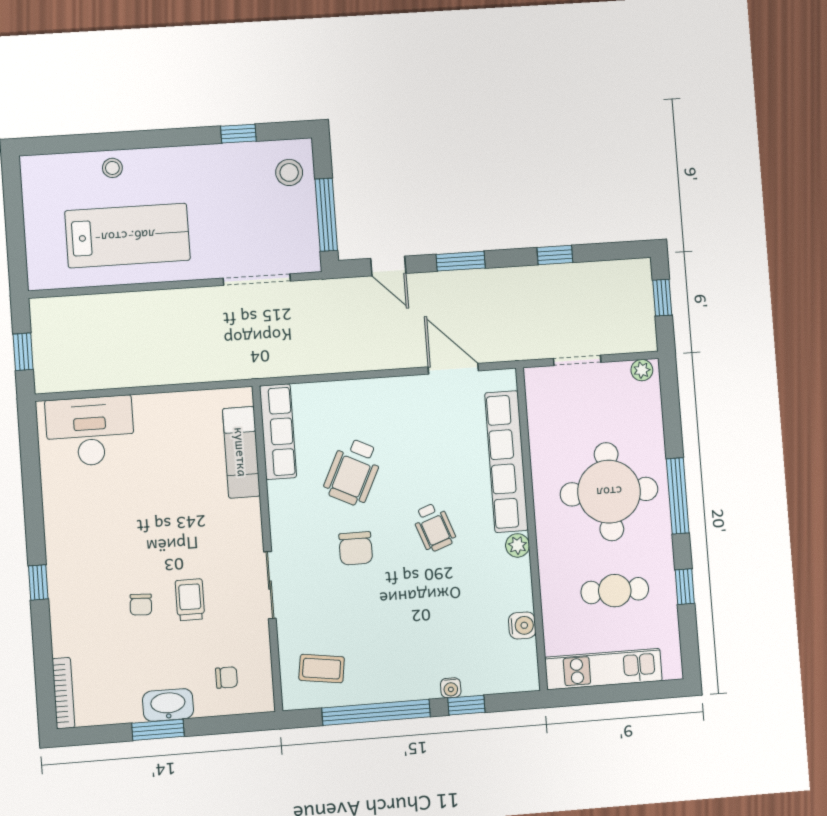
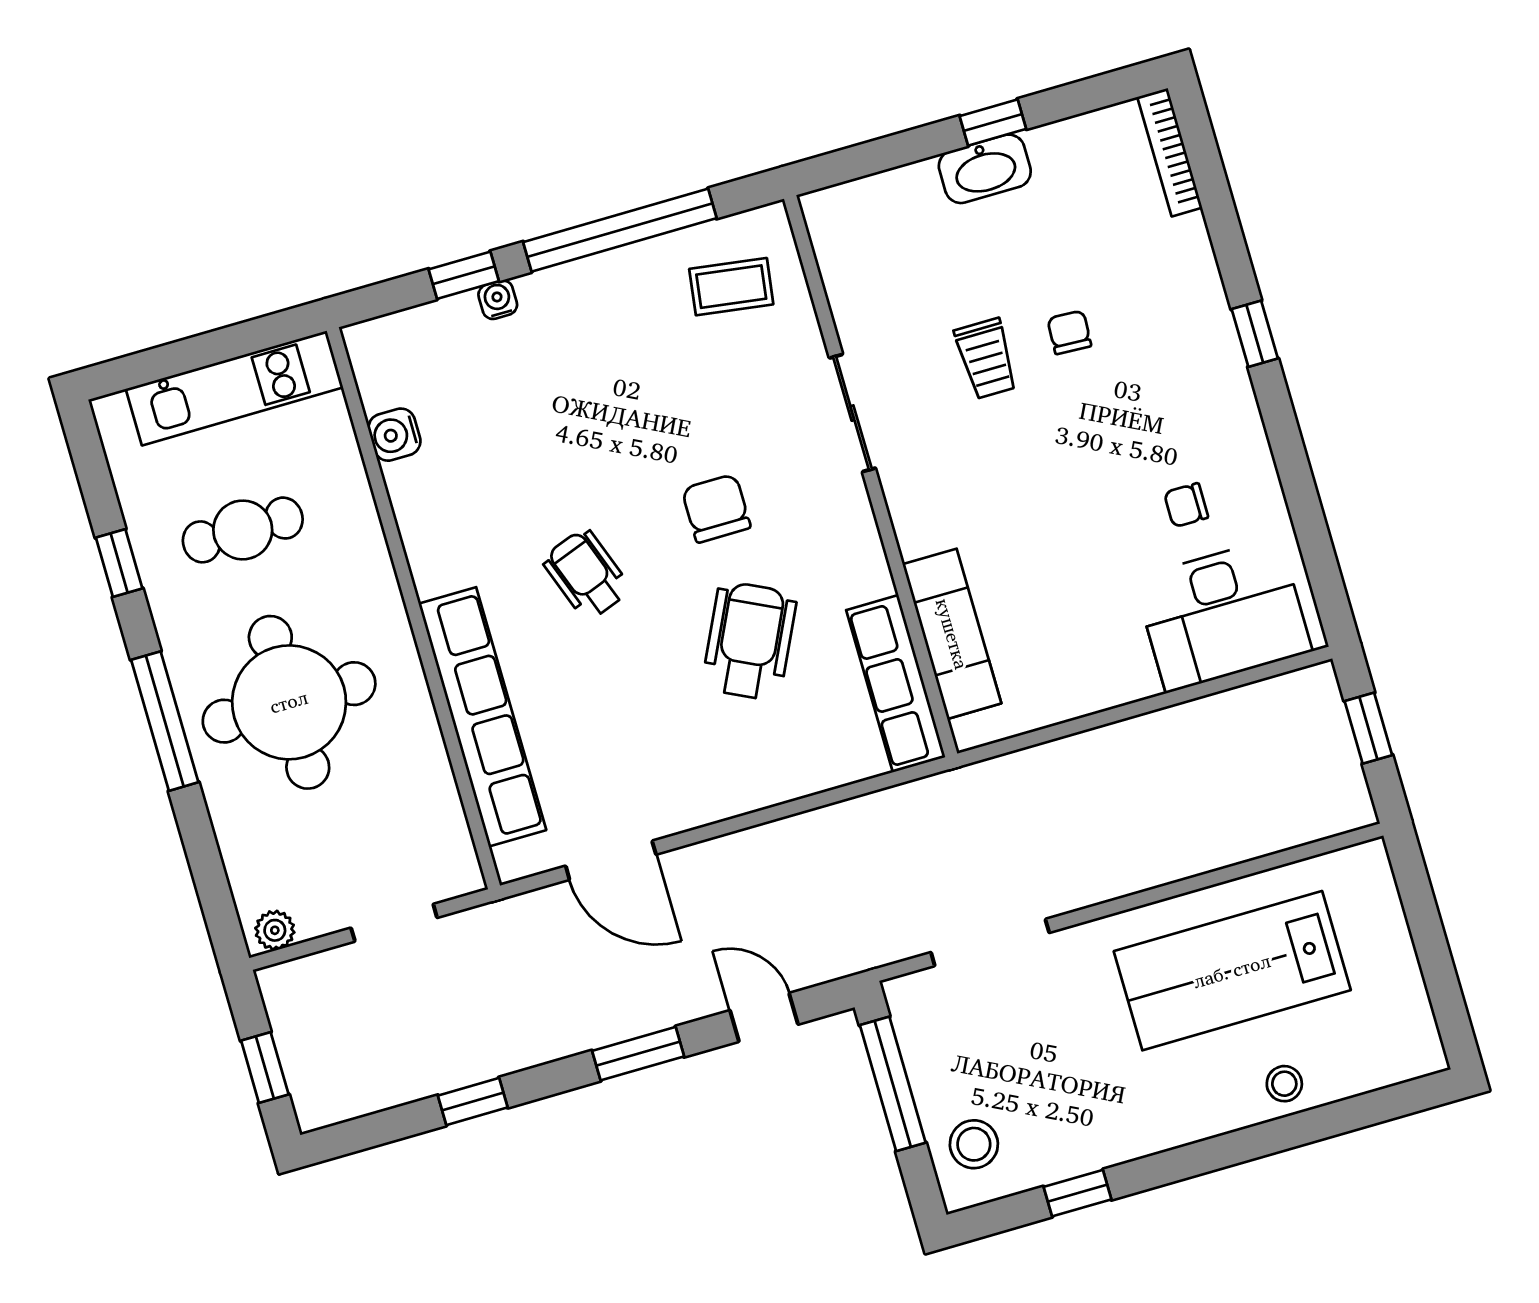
plant: (518, 545) -> (432, 573), removed
chair: (227, 677) -> (1186, 505), moved
window: (158, 730) -> (993, 122), width x0.67

